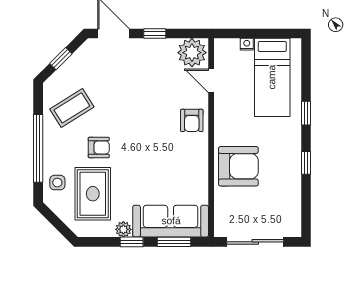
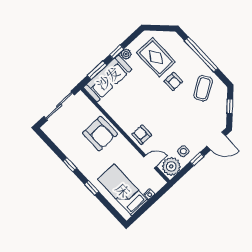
armchair: (99, 147) -> (173, 81), turned -90
armchair: (238, 166) -> (100, 134), turned -90
side table: (57, 183) -> (183, 151), moved

